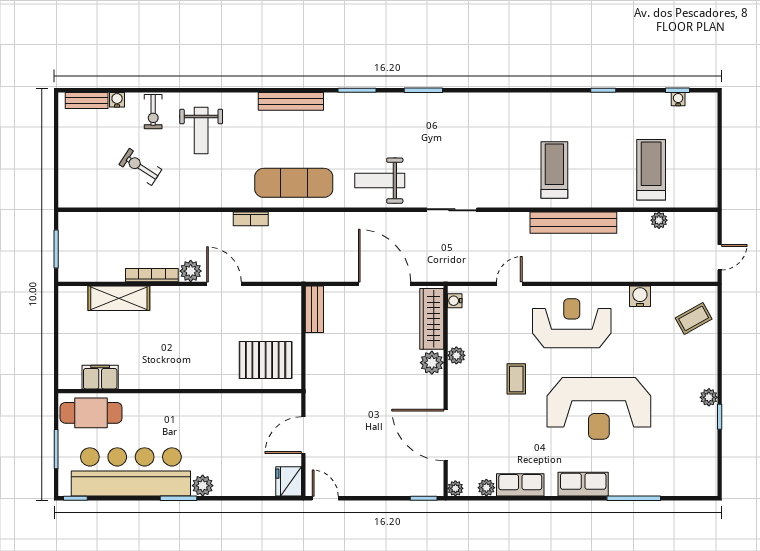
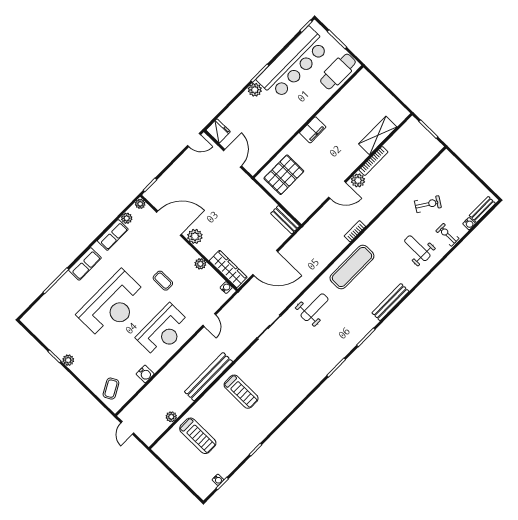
plant: (432, 363) -> (195, 236), moved
filing cabinet: (100, 377) -> (313, 130), moved
reception desk: (599, 408) -> (112, 305), turned 180

